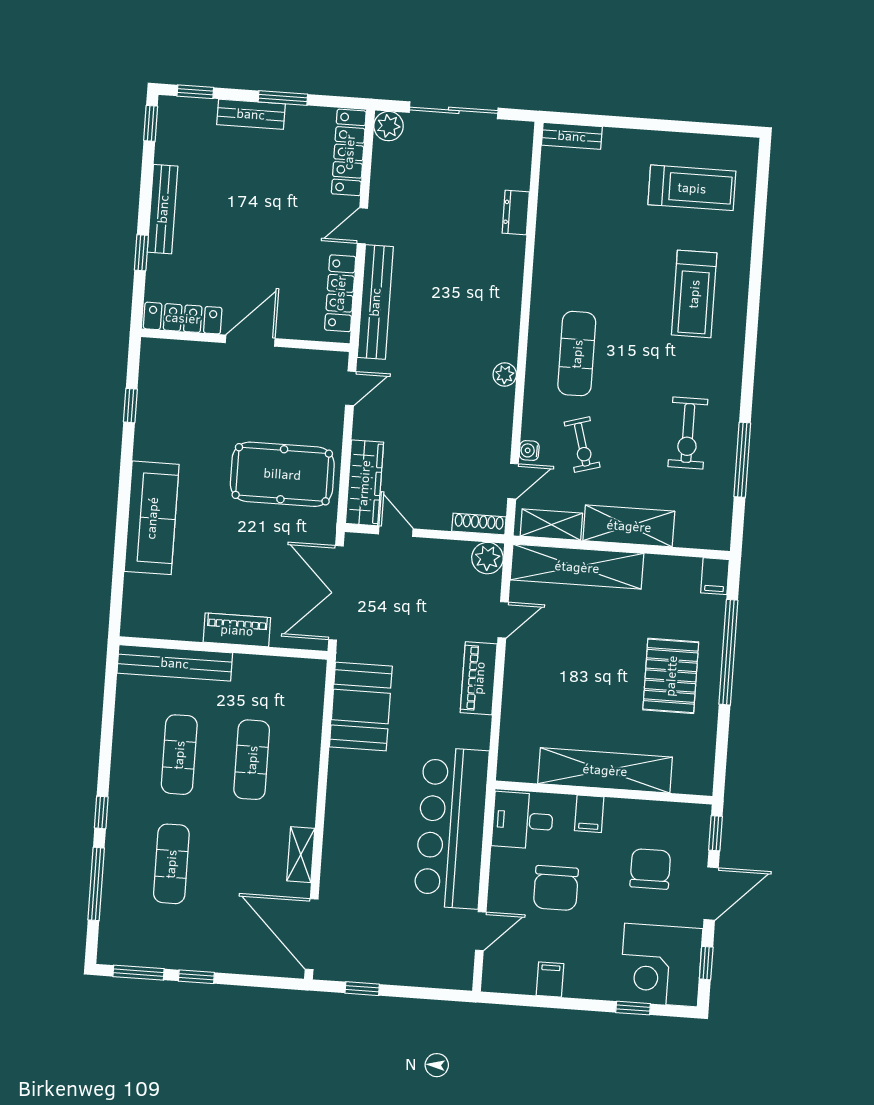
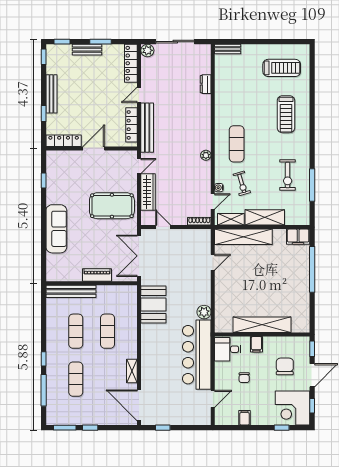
wardrobe: (364, 483) -> (148, 192), moved
plant: (487, 558) -> (204, 312), moved
filing cabinet: (715, 576) -> (298, 237), width x2.00
pallet: (671, 676) -> (288, 282), removed
piano: (479, 678) -> (204, 289), removed
chair: (556, 888) -> (244, 378), width x0.54, depth x0.54

